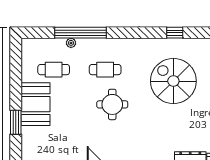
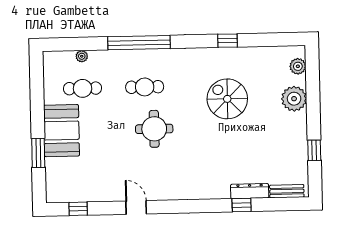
window: (81, 33) -> (139, 43), moved
plant: (71, 43) -> (82, 56), moved
spiral stairs: (173, 81) -> (227, 99), width x0.73, depth x0.73

